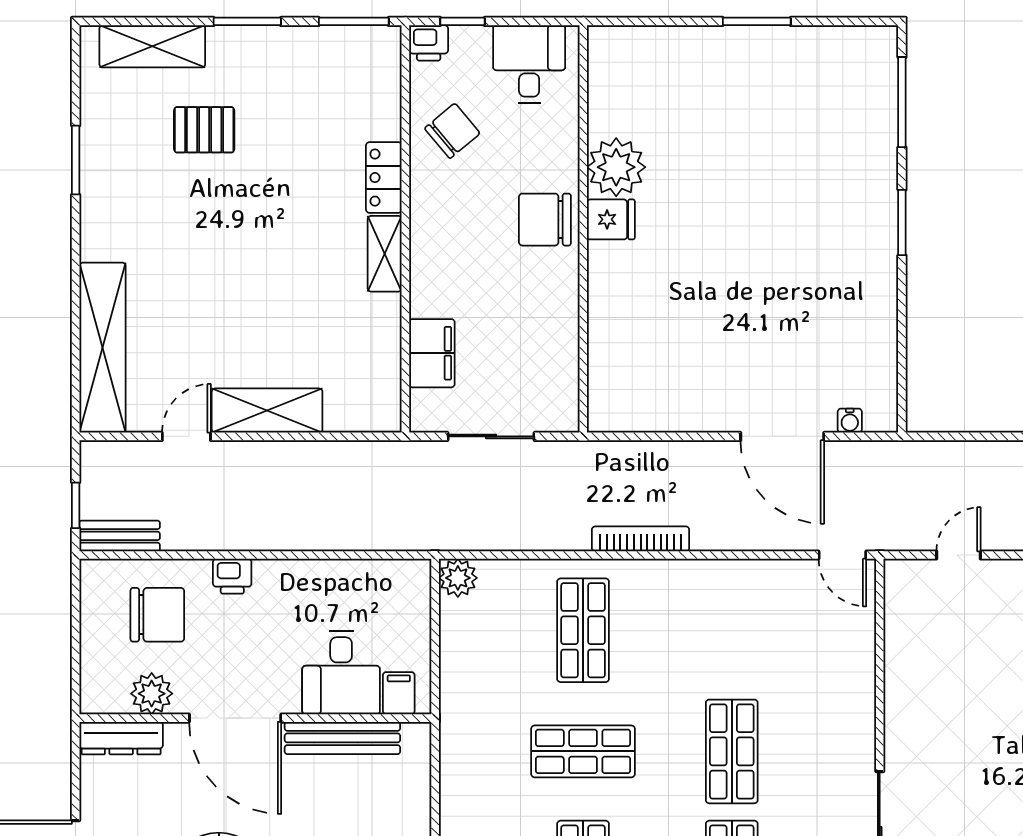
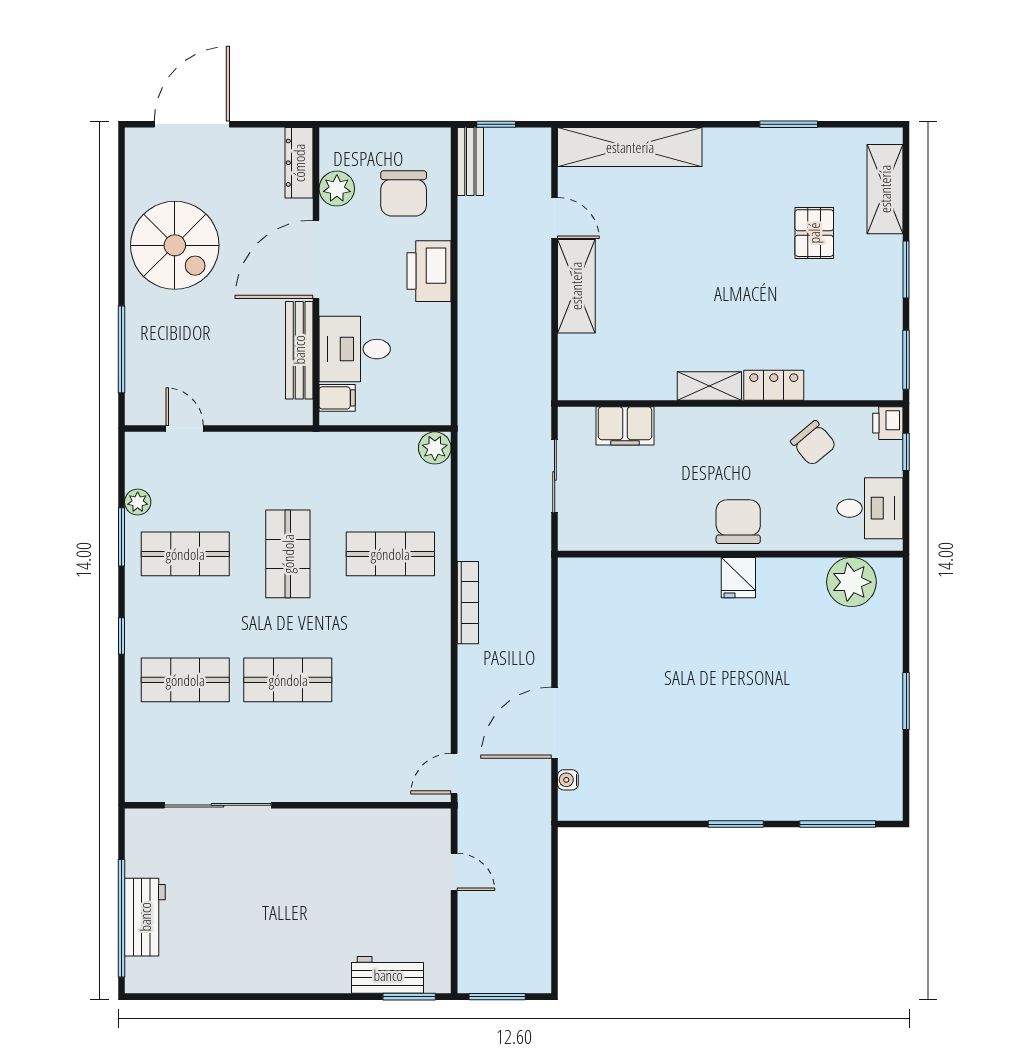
plant: (616, 167) -> (851, 582), moved
printer: (232, 576) -> (429, 271), width x1.87, depth x1.48

